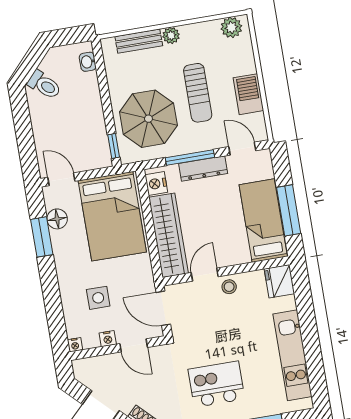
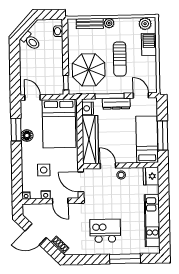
barbecue: (248, 94) -> (149, 44), moved
floor lamp: (57, 219) -> (27, 136), moved
door: (205, 275) -> (108, 166), hinge flipped

